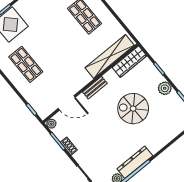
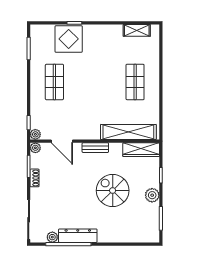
plant: (43, 114) -> (35, 134), added

